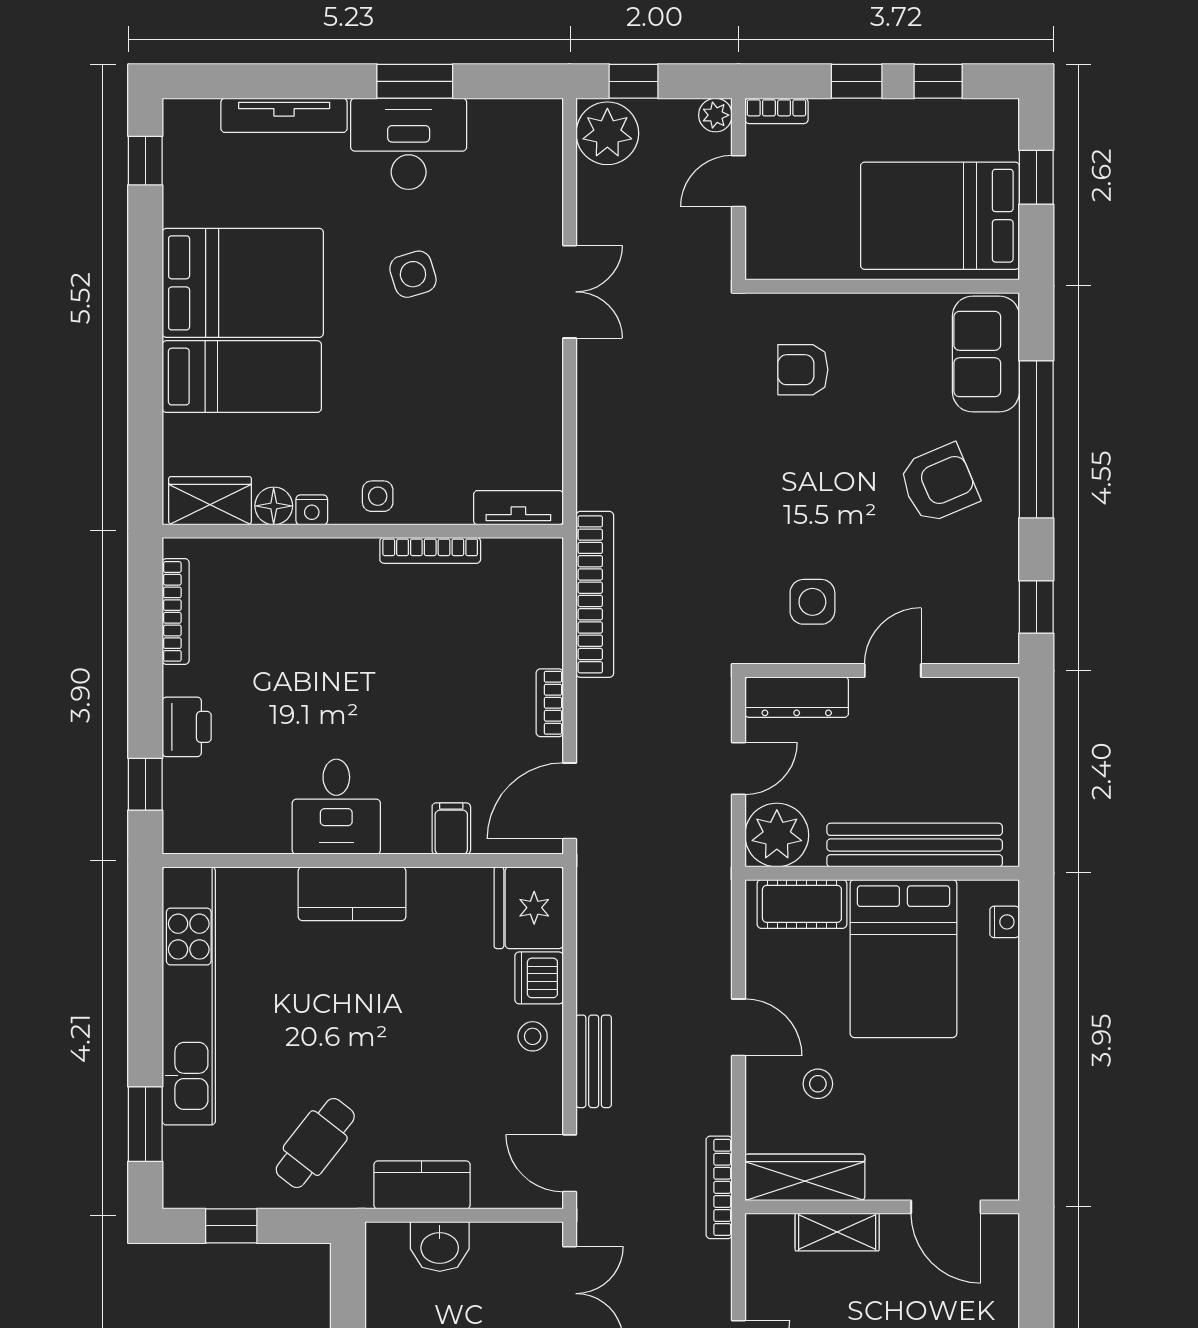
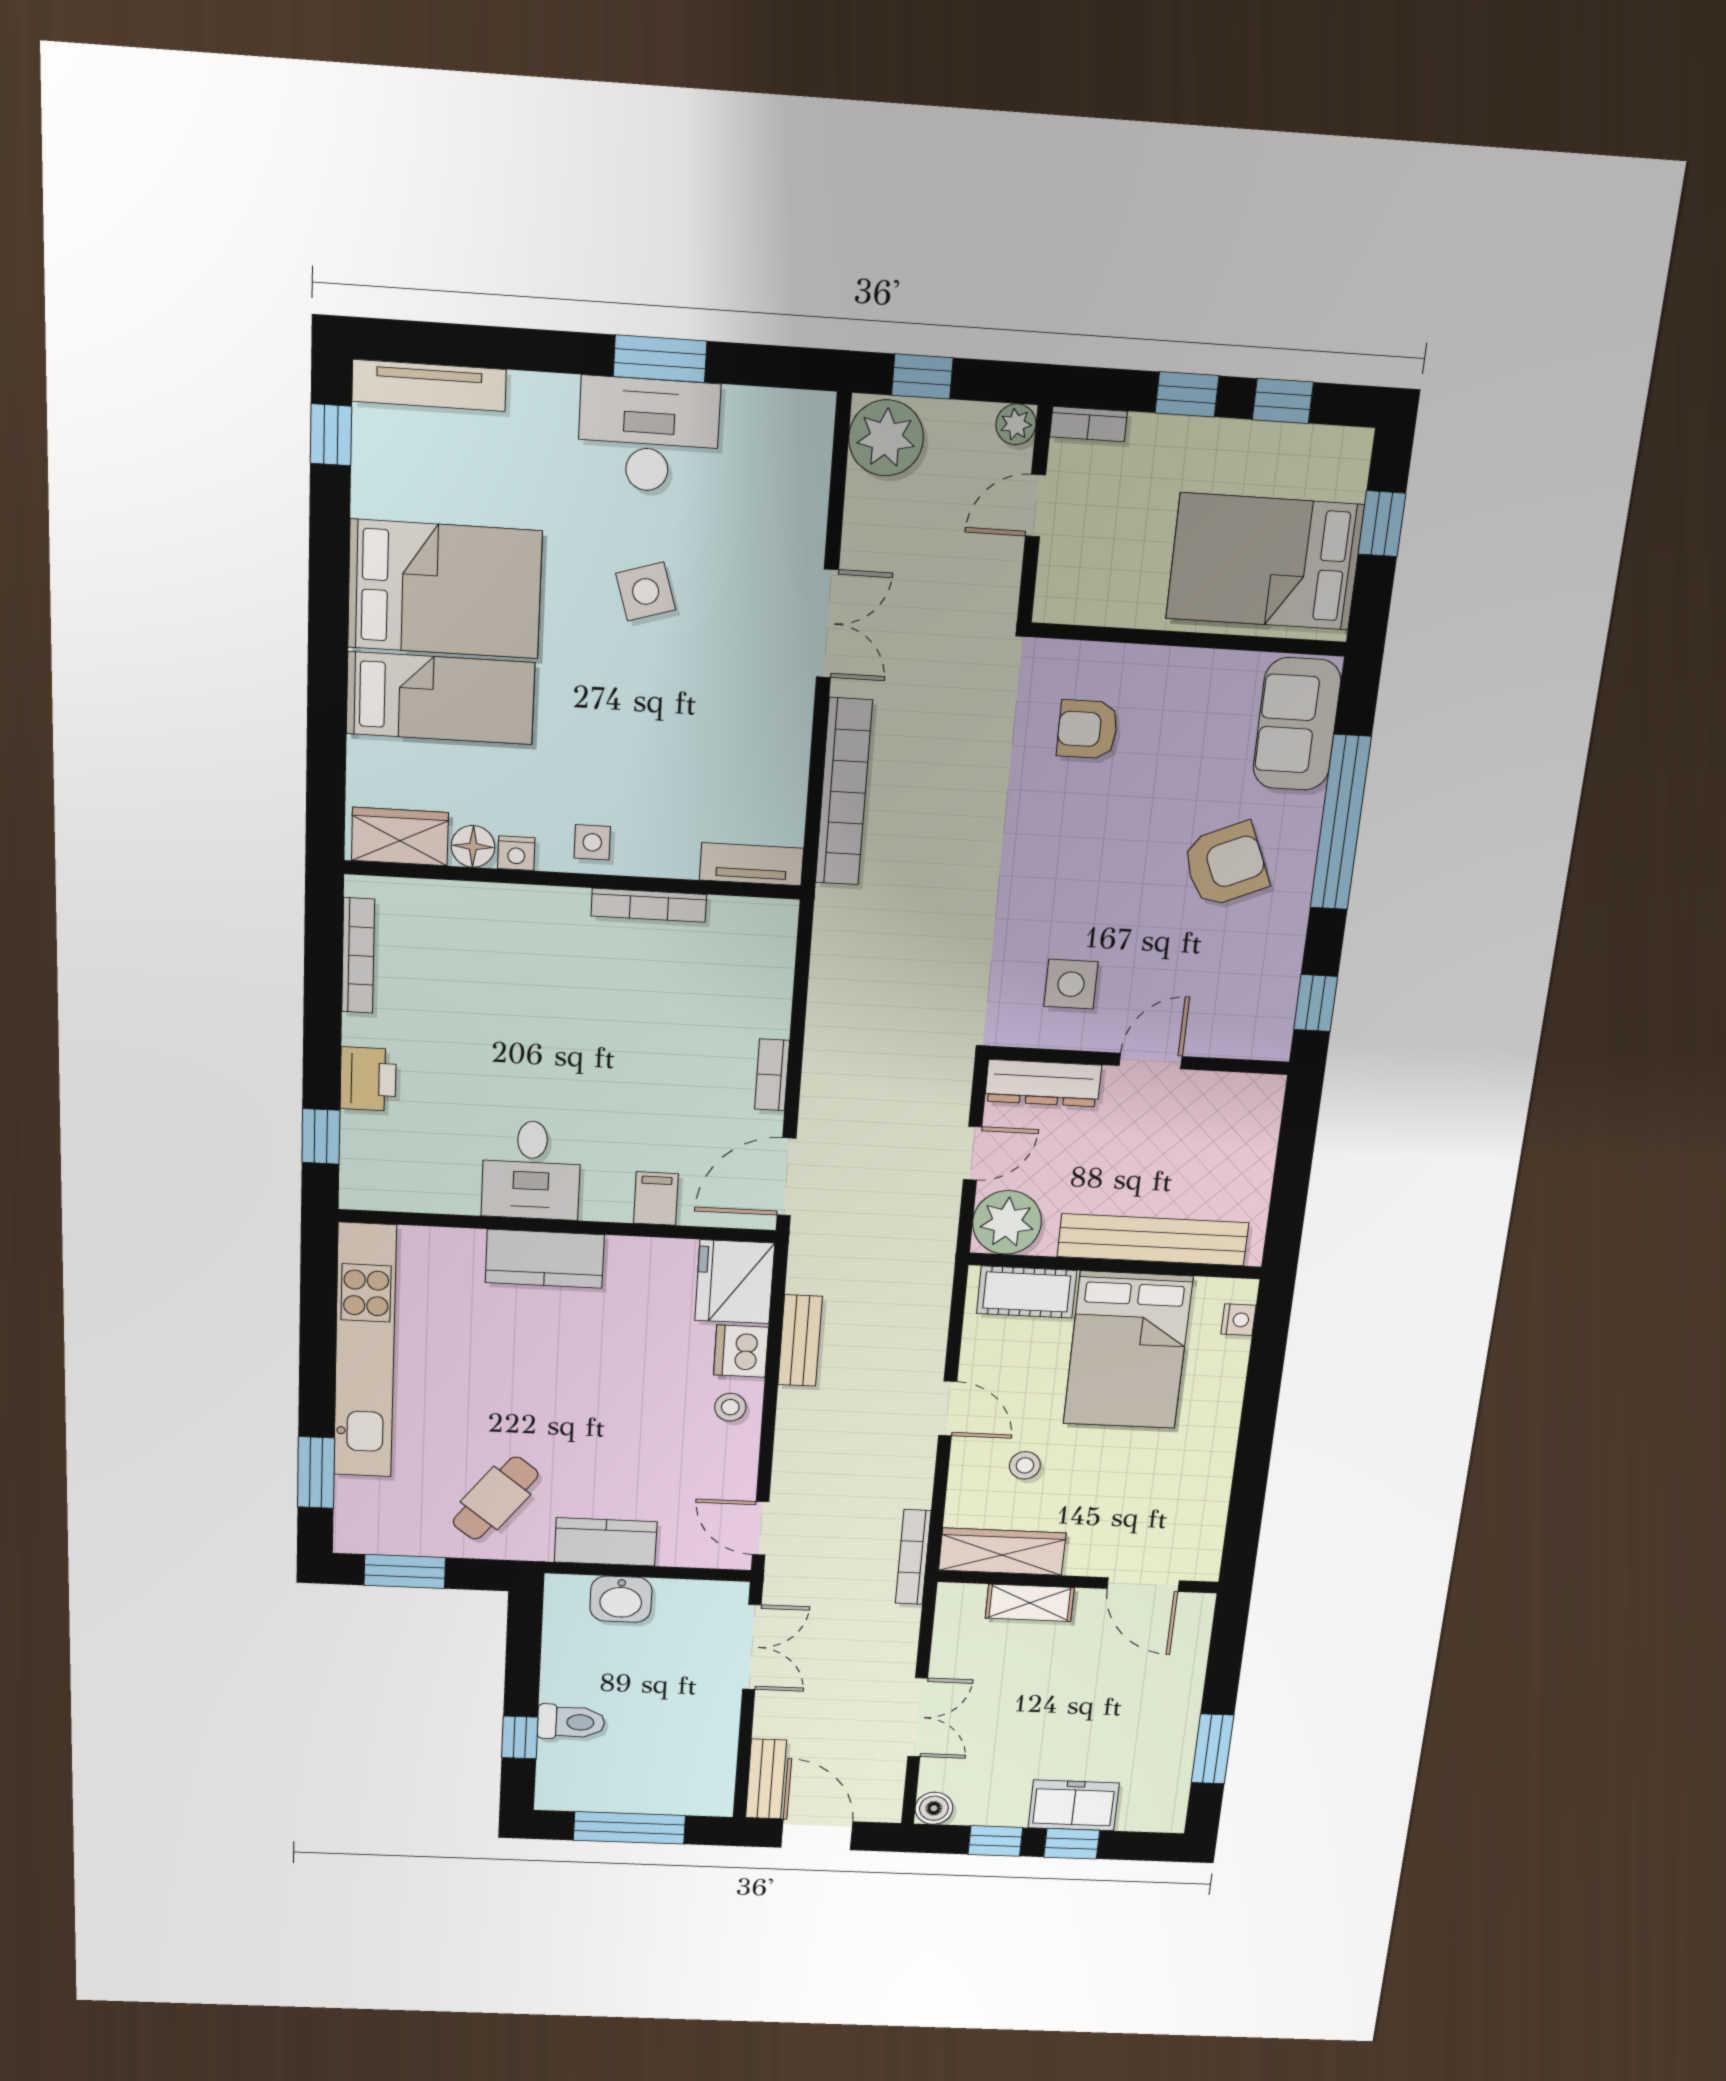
tv unit: (284, 115) -> (429, 385), moved
bookcase: (595, 594) -> (844, 792), moved
bench: (594, 1061) -> (800, 1341), moved
window: (231, 1226) -> (405, 1571), width x1.50

